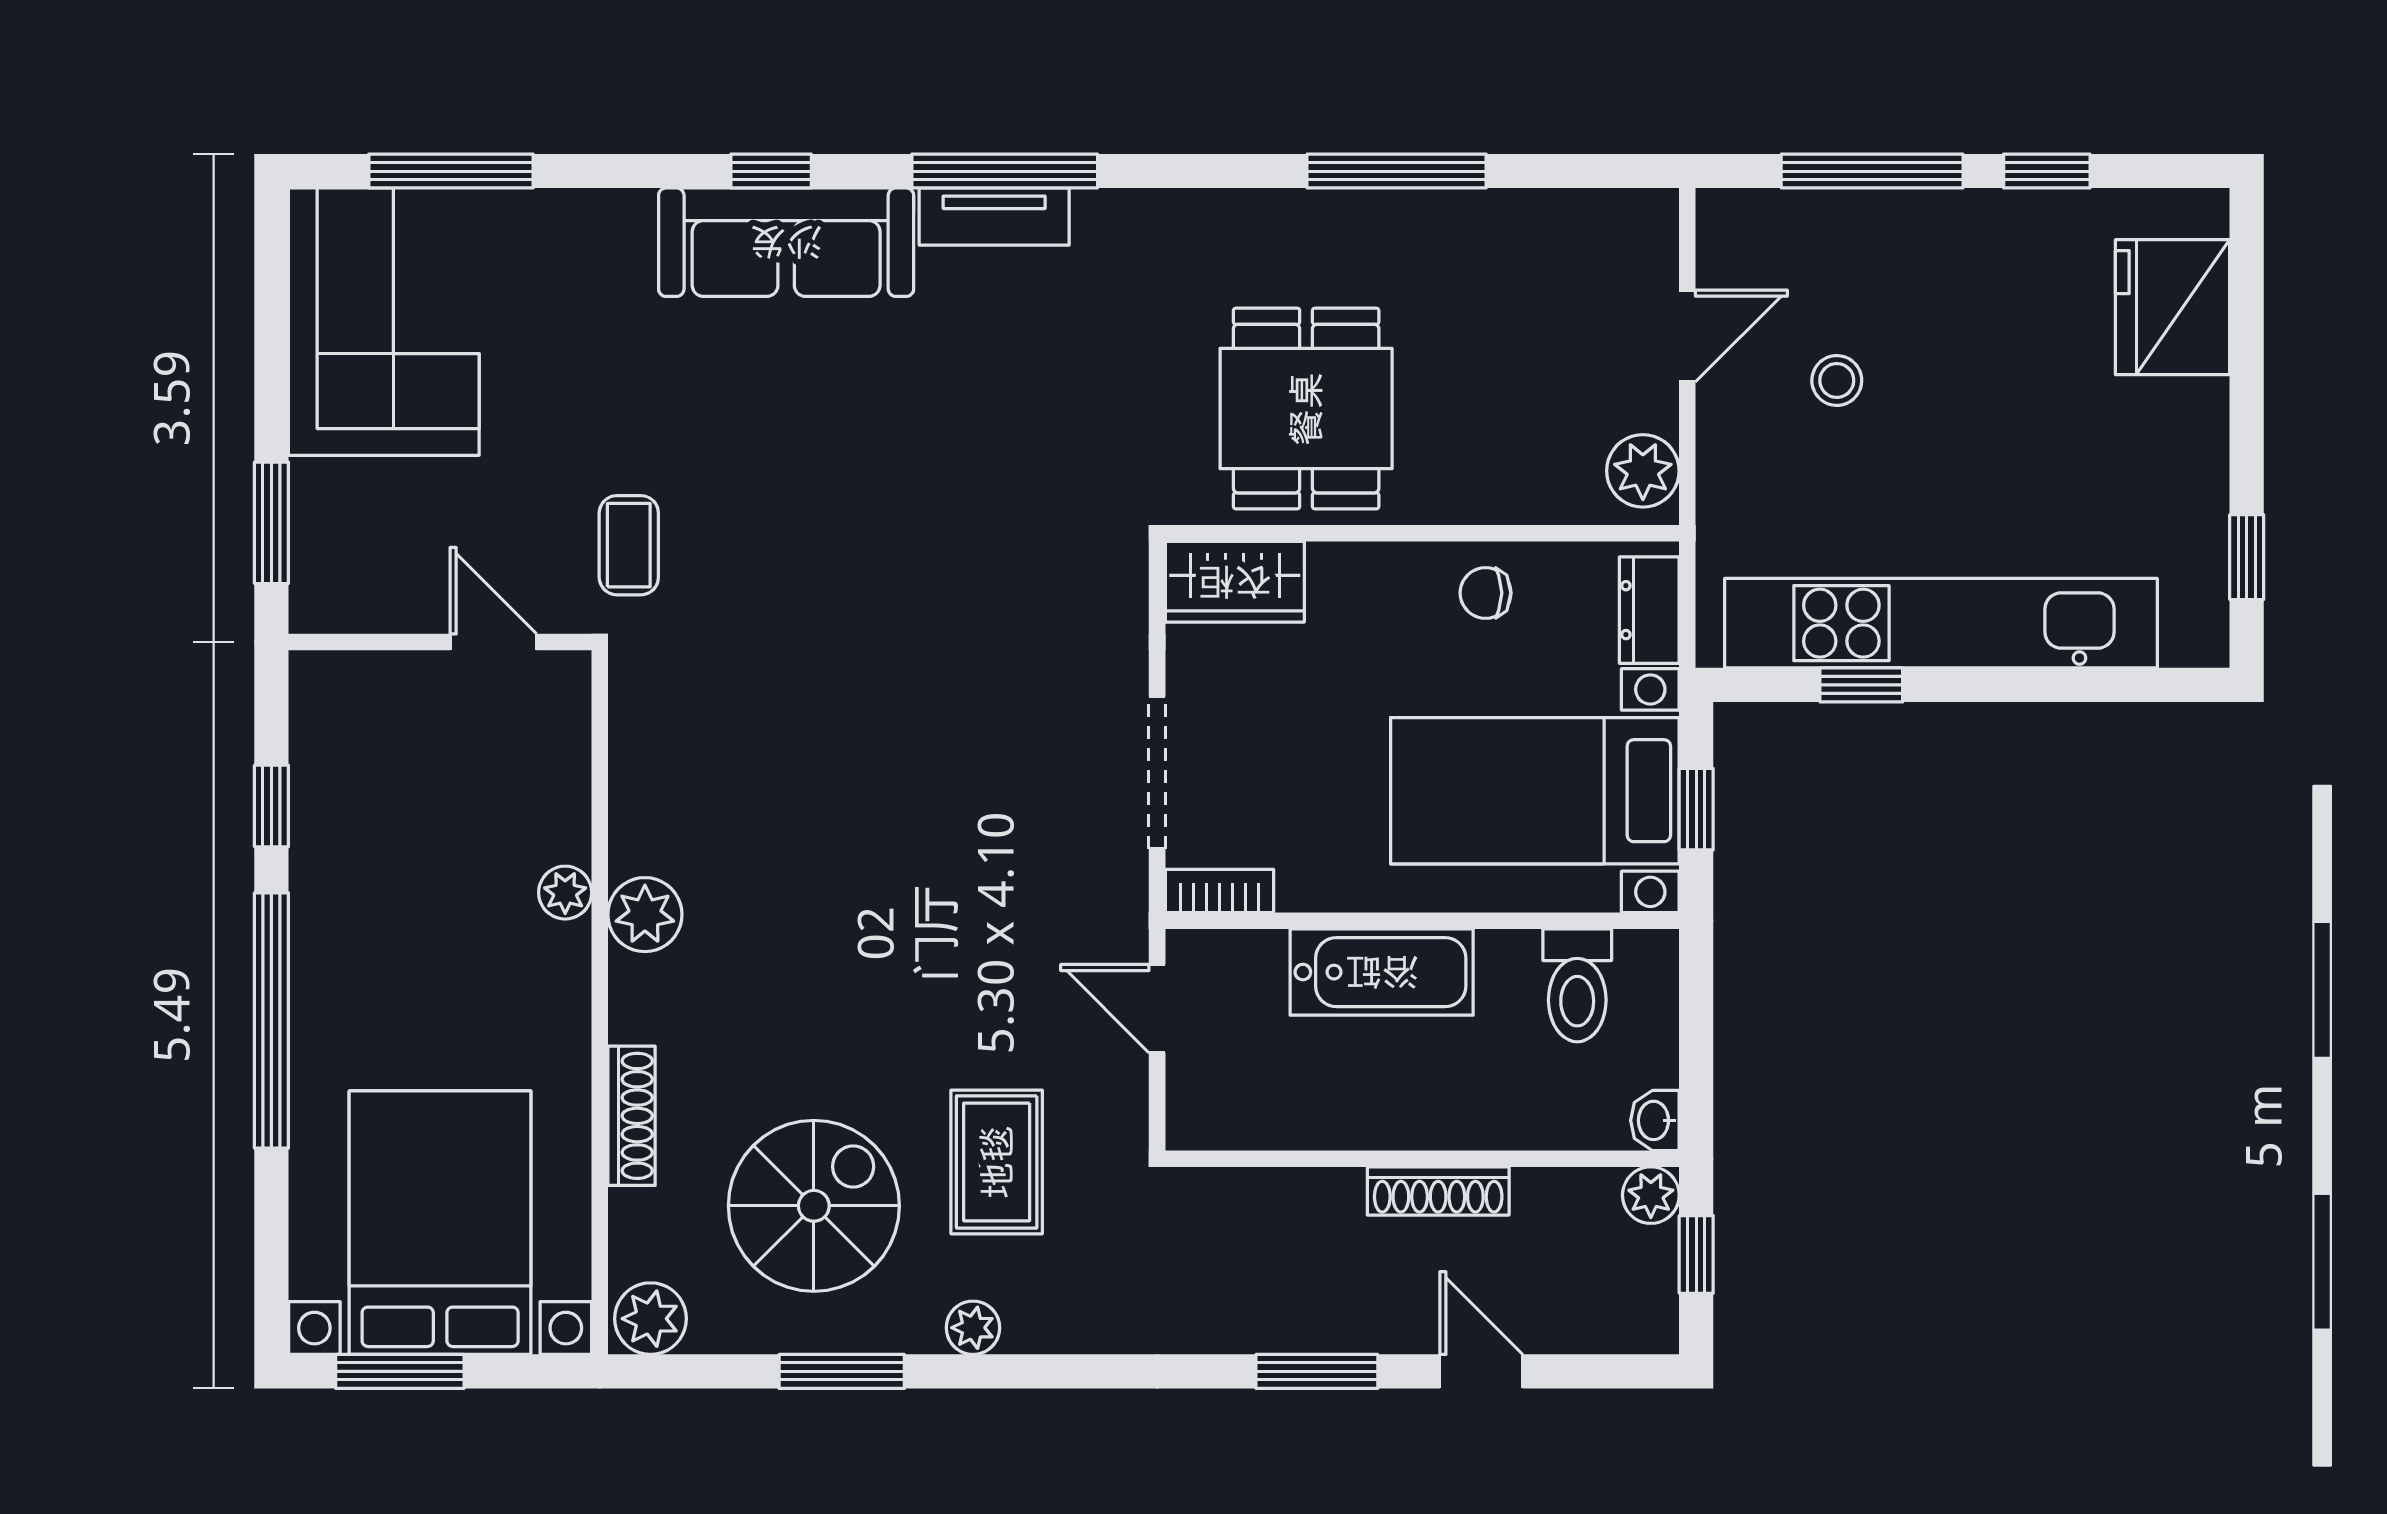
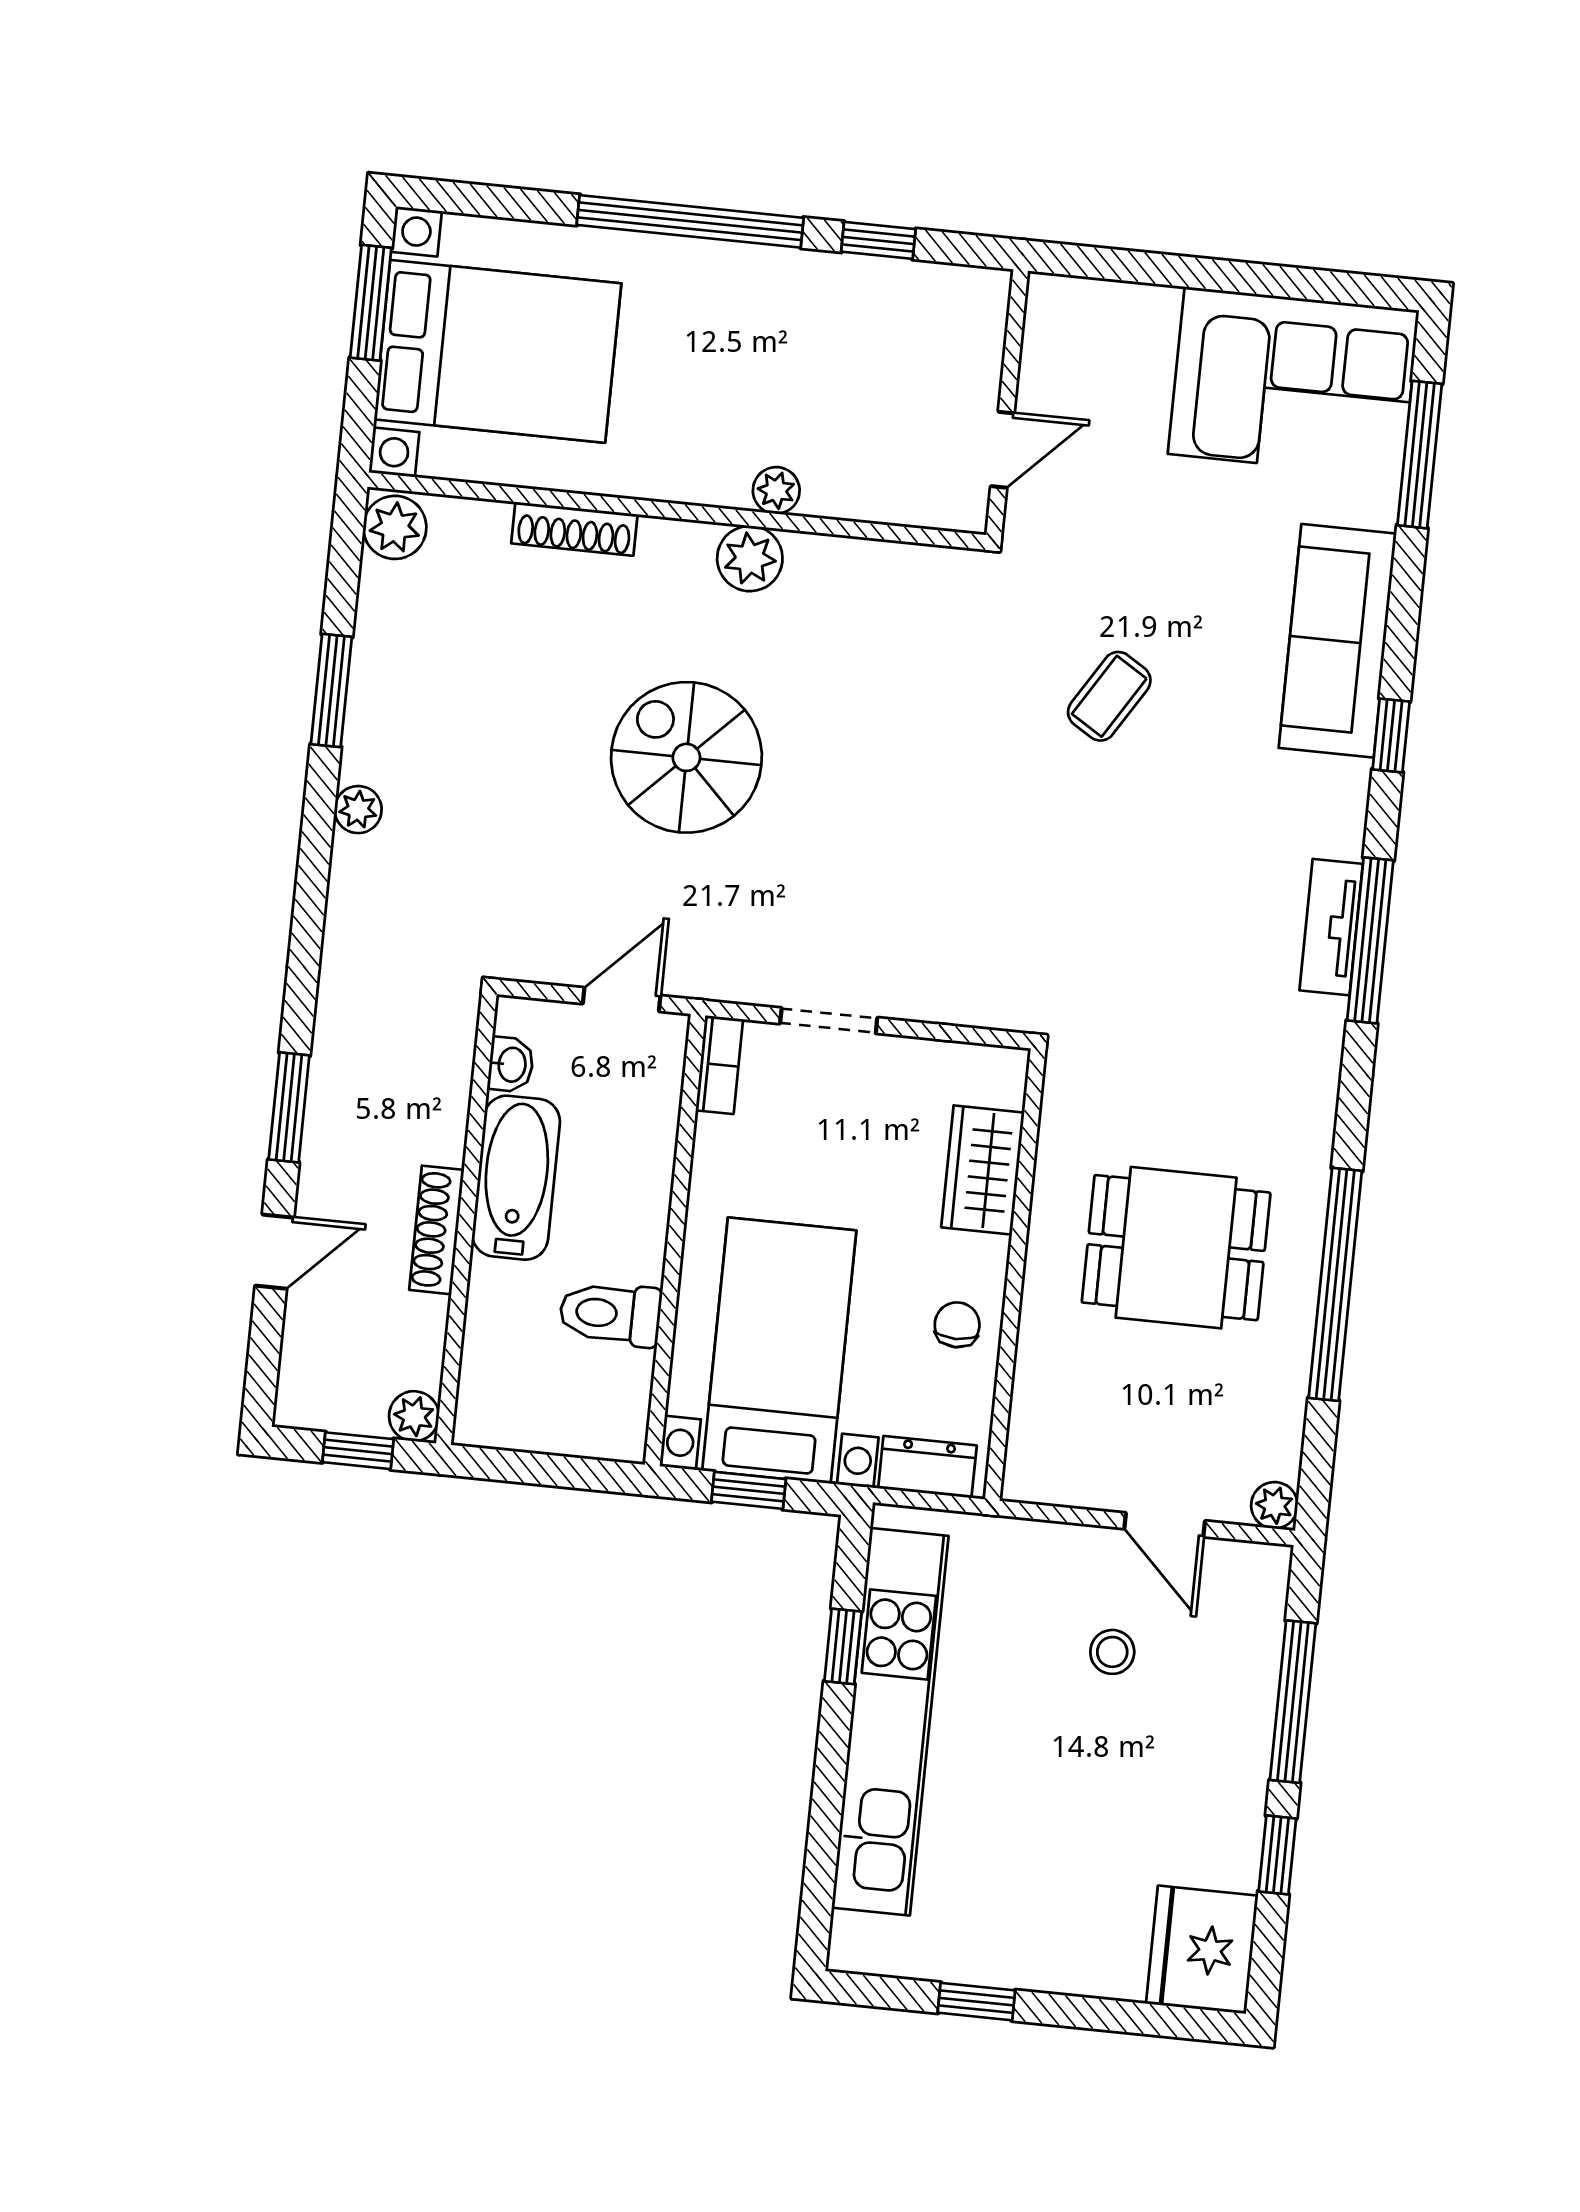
window: (1397, 171) -> (1335, 1284), width x1.46
sofa: (786, 242) -> (1338, 641), moved
fridge: (2173, 307) -> (1202, 1950), moved, turned -90
dining table: (1306, 409) -> (1176, 1248), moved
plant: (1643, 471) -> (1274, 1505), moved, width x0.73, depth x0.73
window: (271, 523) -> (1127, 266), removed
coffee table: (629, 545) -> (1109, 696), moved, turned -58
window: (2247, 557) -> (976, 2002), moved
wardrobe: (1235, 582) -> (983, 1170), moved
doorway: (1157, 773) -> (829, 1021), width x0.73
bathtub: (1382, 972) -> (516, 1178), moved, turned 180
toilet: (1577, 985) -> (610, 1314), moved
washbasin: (1655, 1120) -> (511, 1065), moved, turned 90
rug: (997, 1162) -> (501, 845), removed
spiral stairs: (814, 1206) -> (686, 757), moved, turned 180

